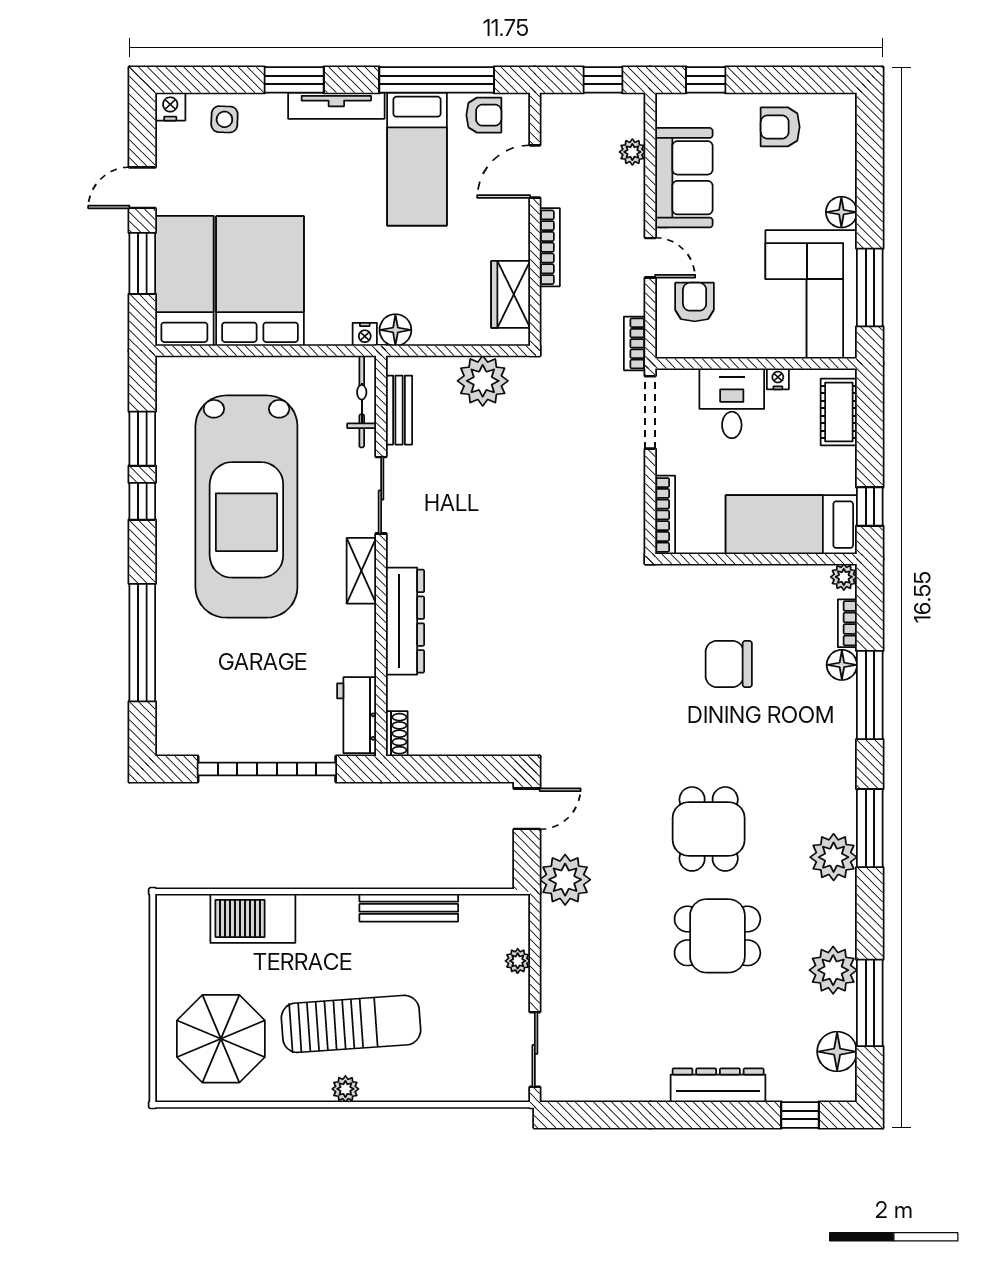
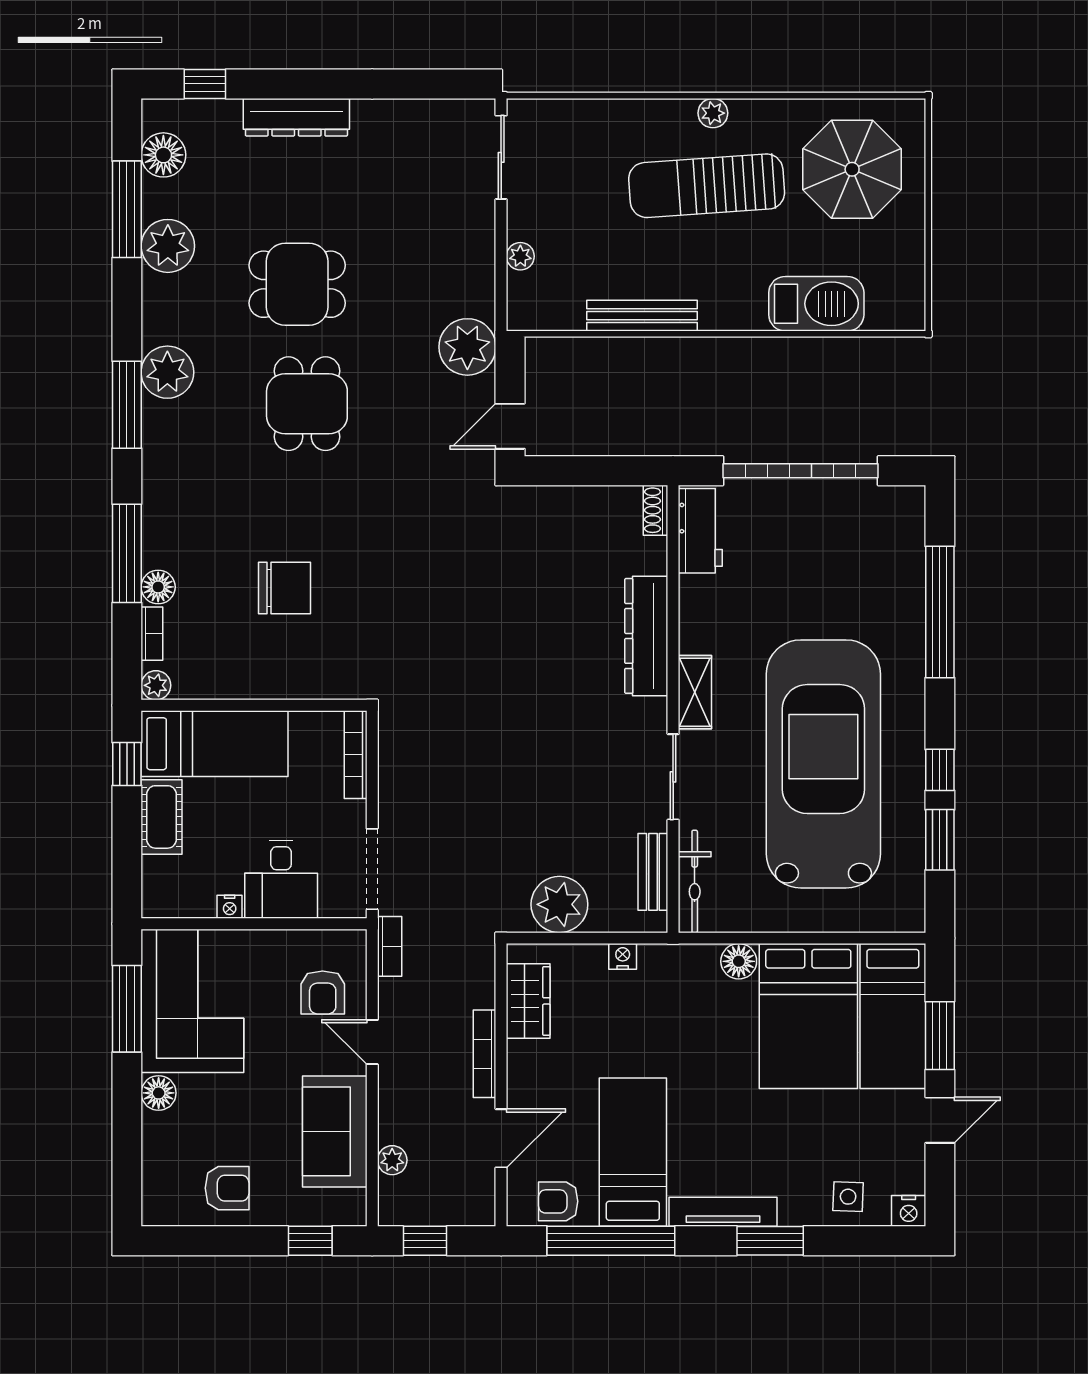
floor lamp: (395, 330) -> (739, 961), moved
nightstand: (365, 334) -> (623, 956), moved
cot: (839, 412) -> (161, 817), moved

